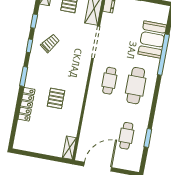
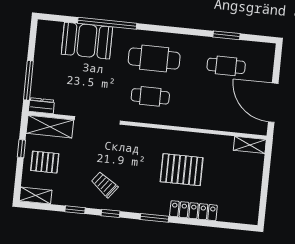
pallet: (56, 98) -> (182, 170), width x1.50, depth x1.42

